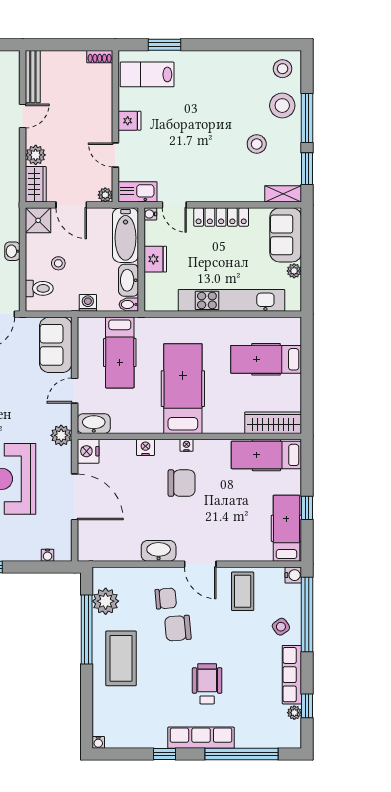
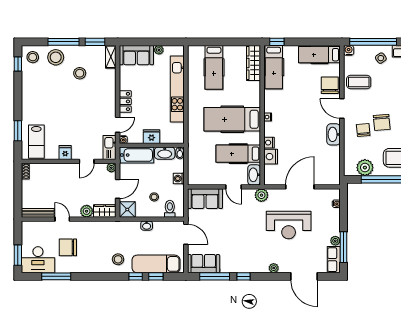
window: (272, 45) -> (18, 64), added
locker: (221, 217) -> (125, 101), width x0.66
hospital bed: (120, 352) -> (238, 154), moved, turned 180
nightstand: (88, 451) -> (271, 157), moved, turned 90
chair: (182, 483) -> (330, 85), moved
window: (307, 508) -> (277, 42), moved
door: (200, 564) -> (342, 108), swing flipped

